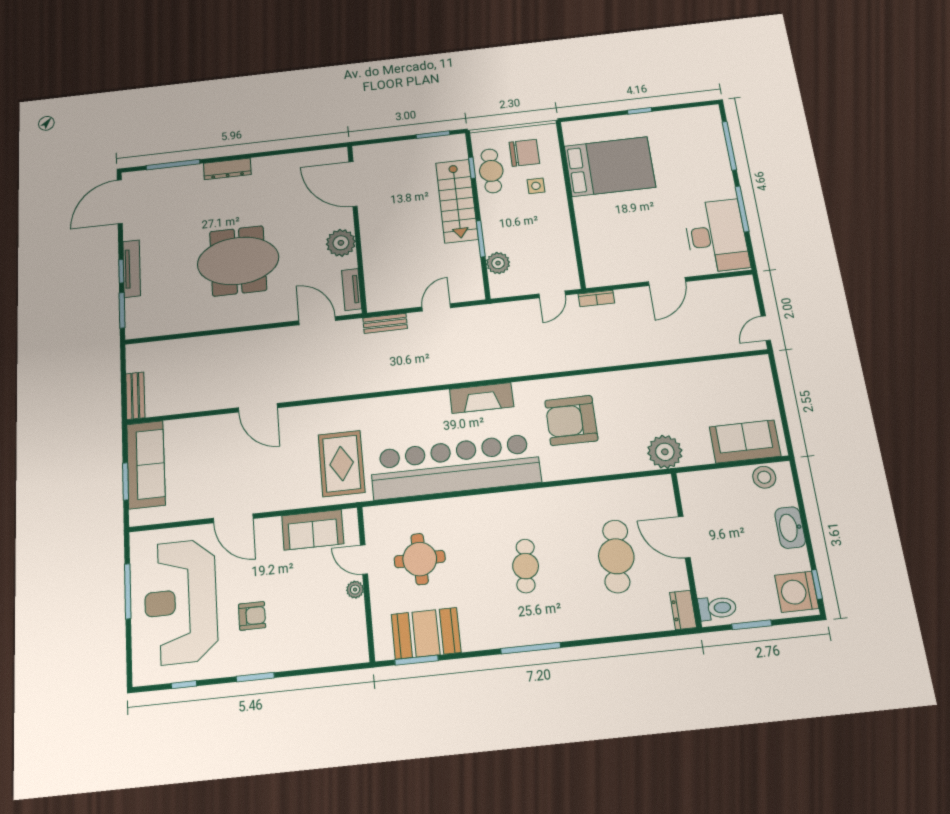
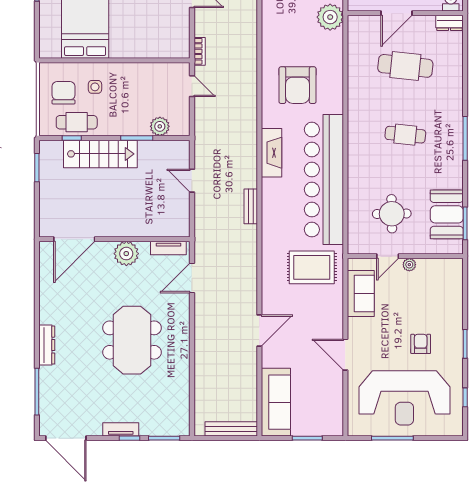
tv unit: (132, 269) -> (121, 429), width x0.71
bench: (385, 323) -> (251, 206), moved
bench: (135, 396) -> (231, 429), width x1.36
sofa: (146, 465) -> (276, 402), moved, turned 90
door: (233, 518) -> (345, 355), swing flipped

